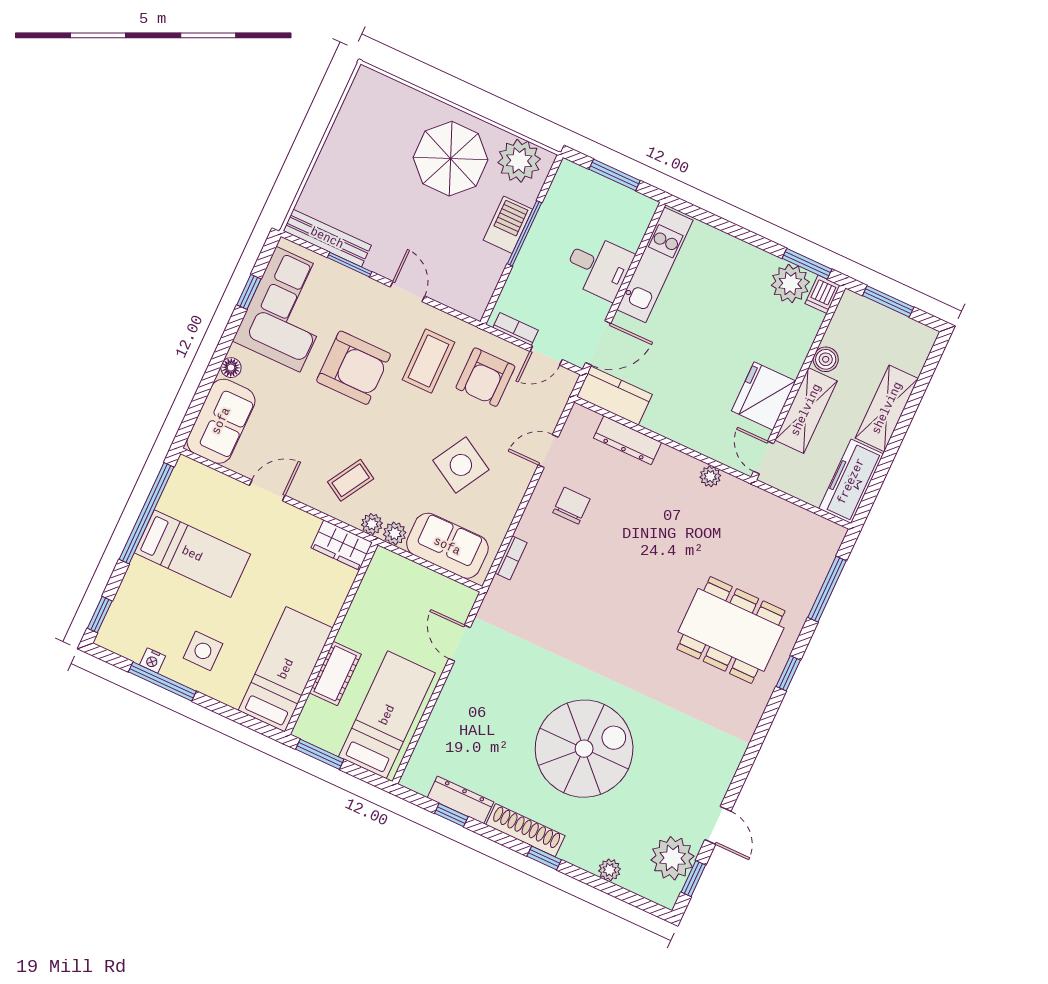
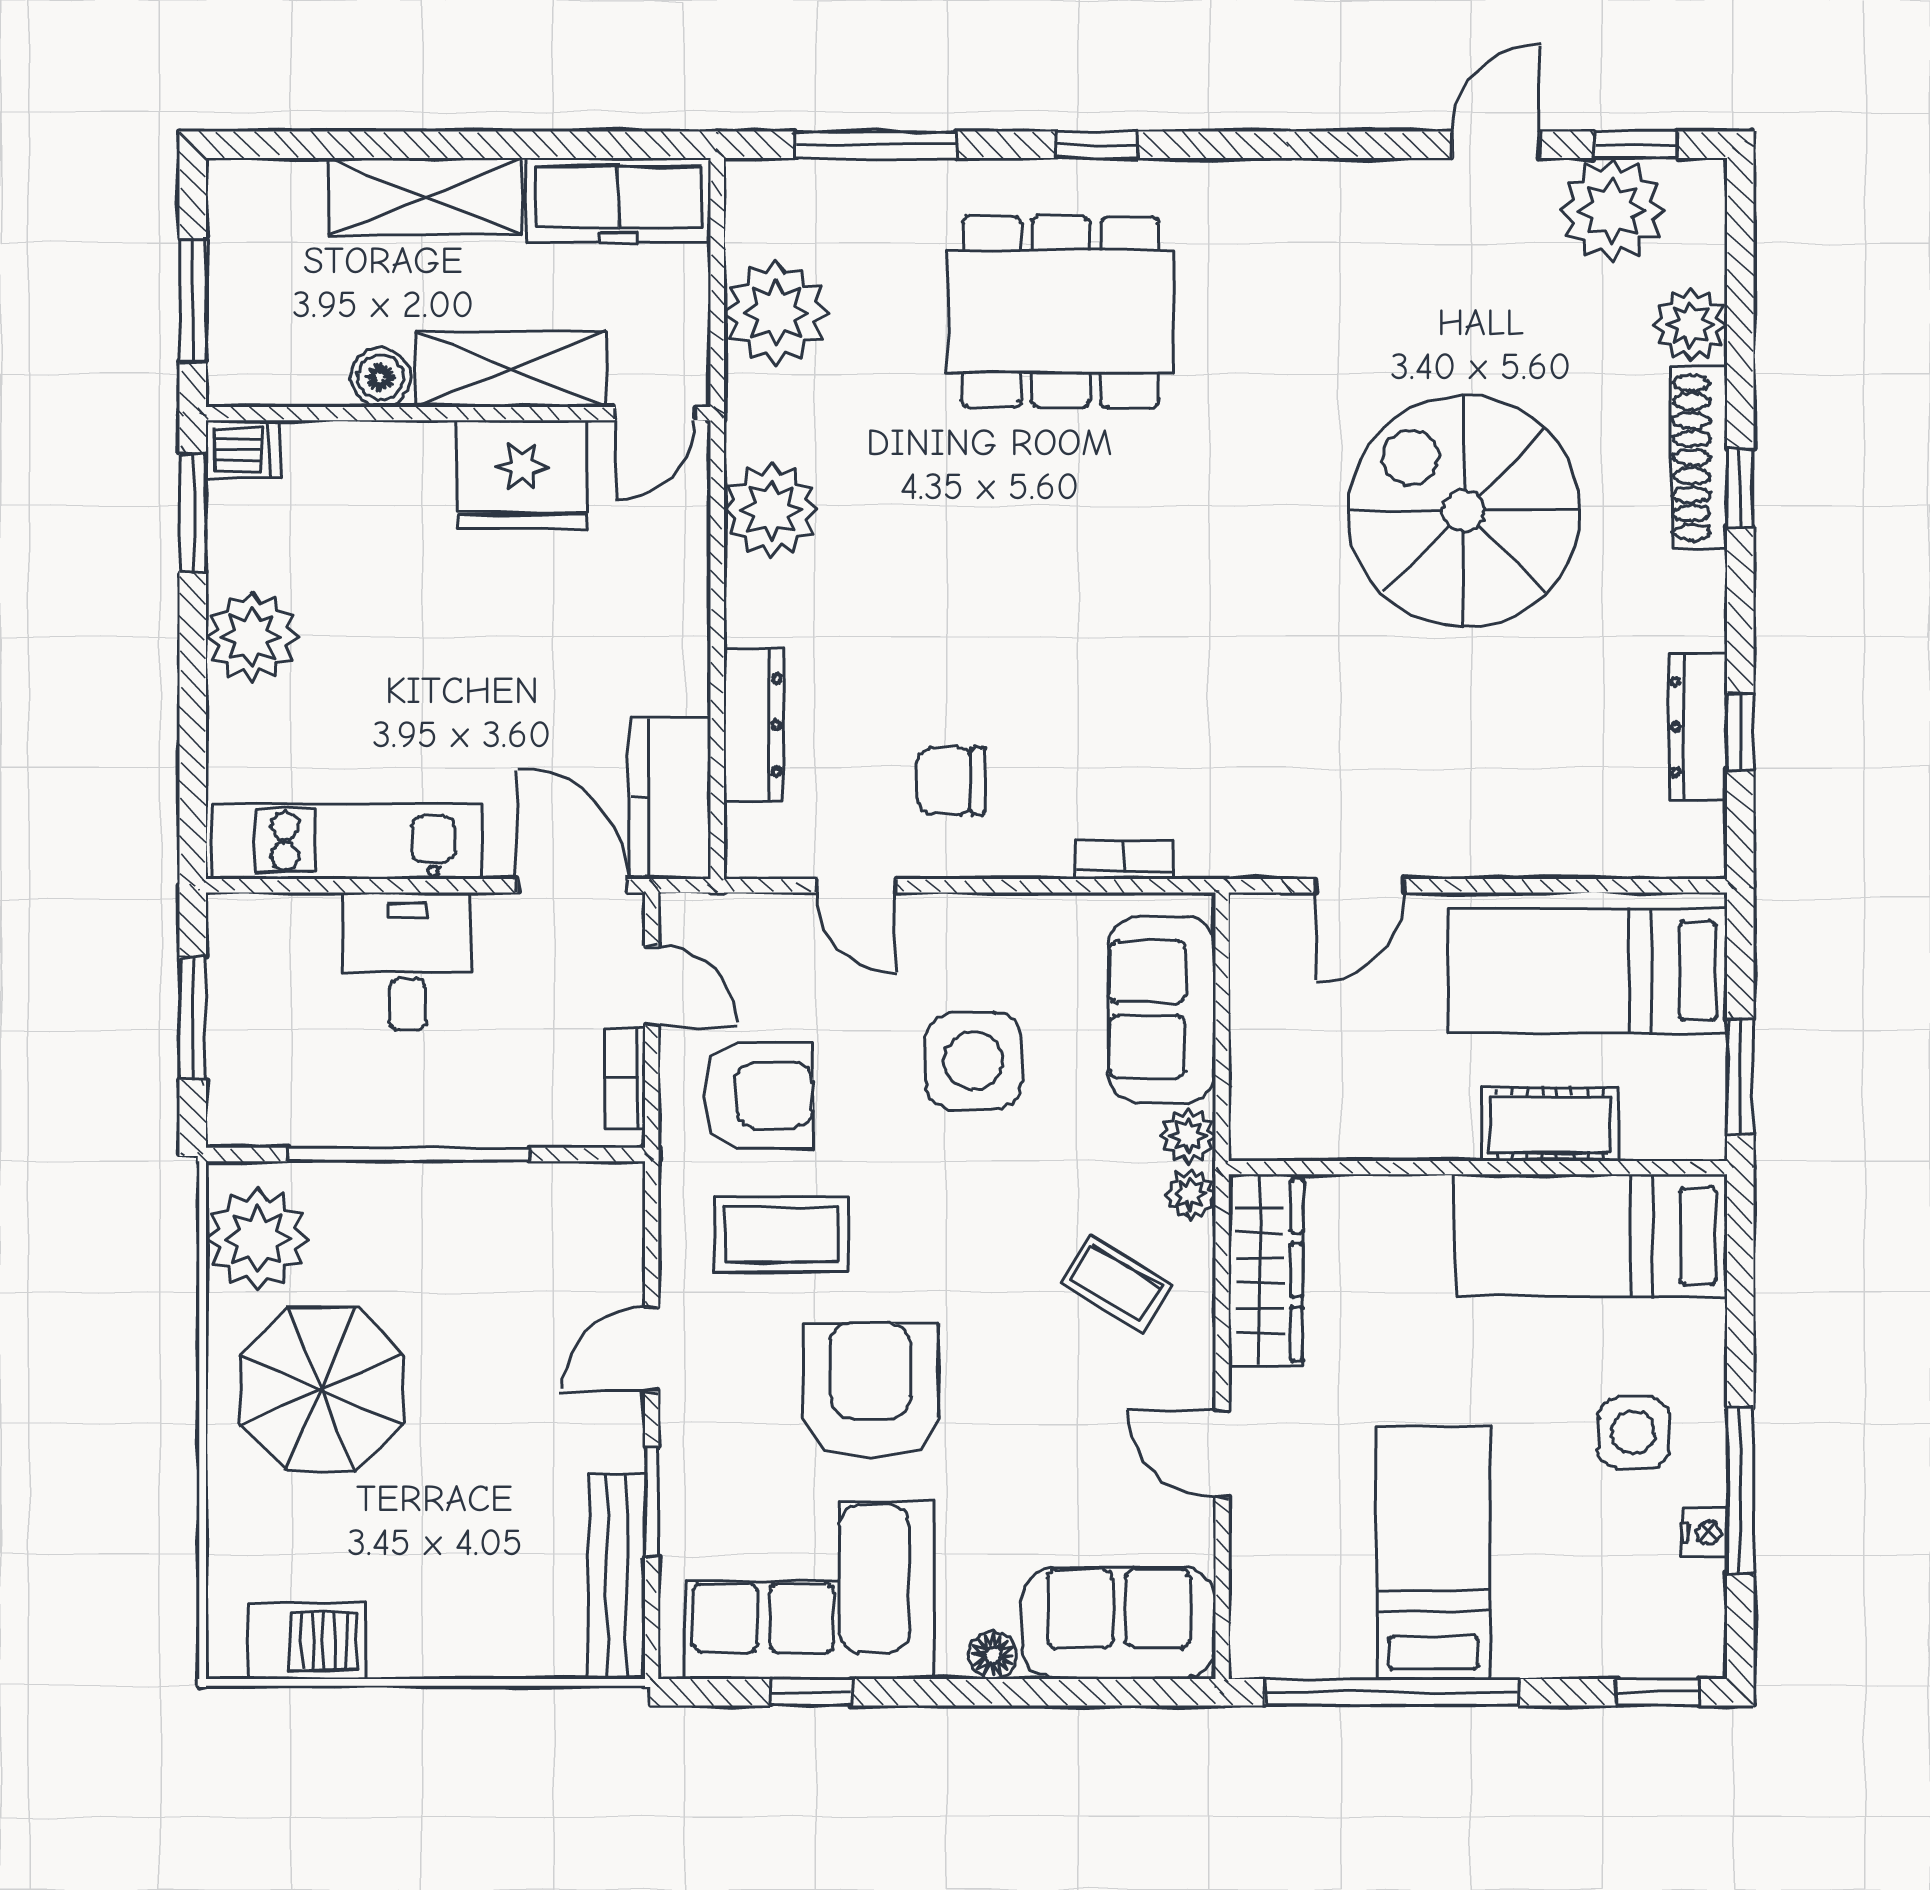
barbecue: (508, 225) -> (306, 1641), moved, turned 180
window: (525, 233) -> (409, 1155), width x1.46
plant: (790, 284) -> (252, 637), moved
side table: (461, 465) -> (974, 1061), turned -30
plant: (710, 476) -> (771, 510), width x1.87, depth x1.87
plant: (781, 521) -> (776, 313), added
wardrobe: (342, 545) -> (1266, 1270), width x1.50
dining table: (731, 630) -> (1060, 312), turned 90
shoe rack: (525, 830) -> (1699, 458), moved
plant: (610, 870) -> (1691, 325), width x1.38, depth x1.38

